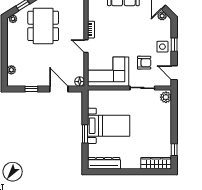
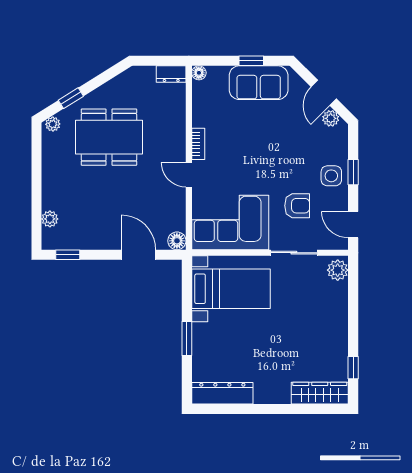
dining table: (43, 26) -> (109, 137), turned 90
window: (31, 89) -> (68, 255), moved
bed with nightstands: (109, 126) -> (231, 289), moved

